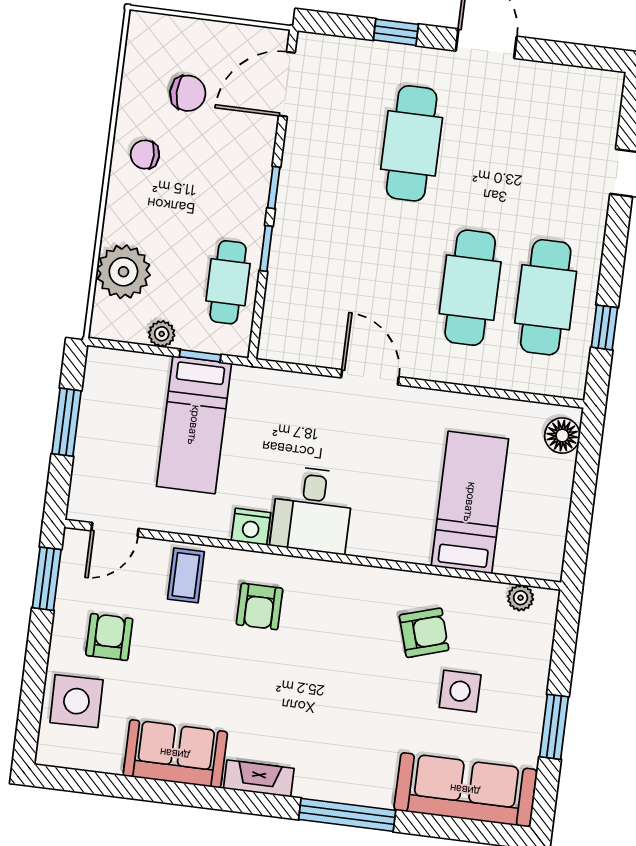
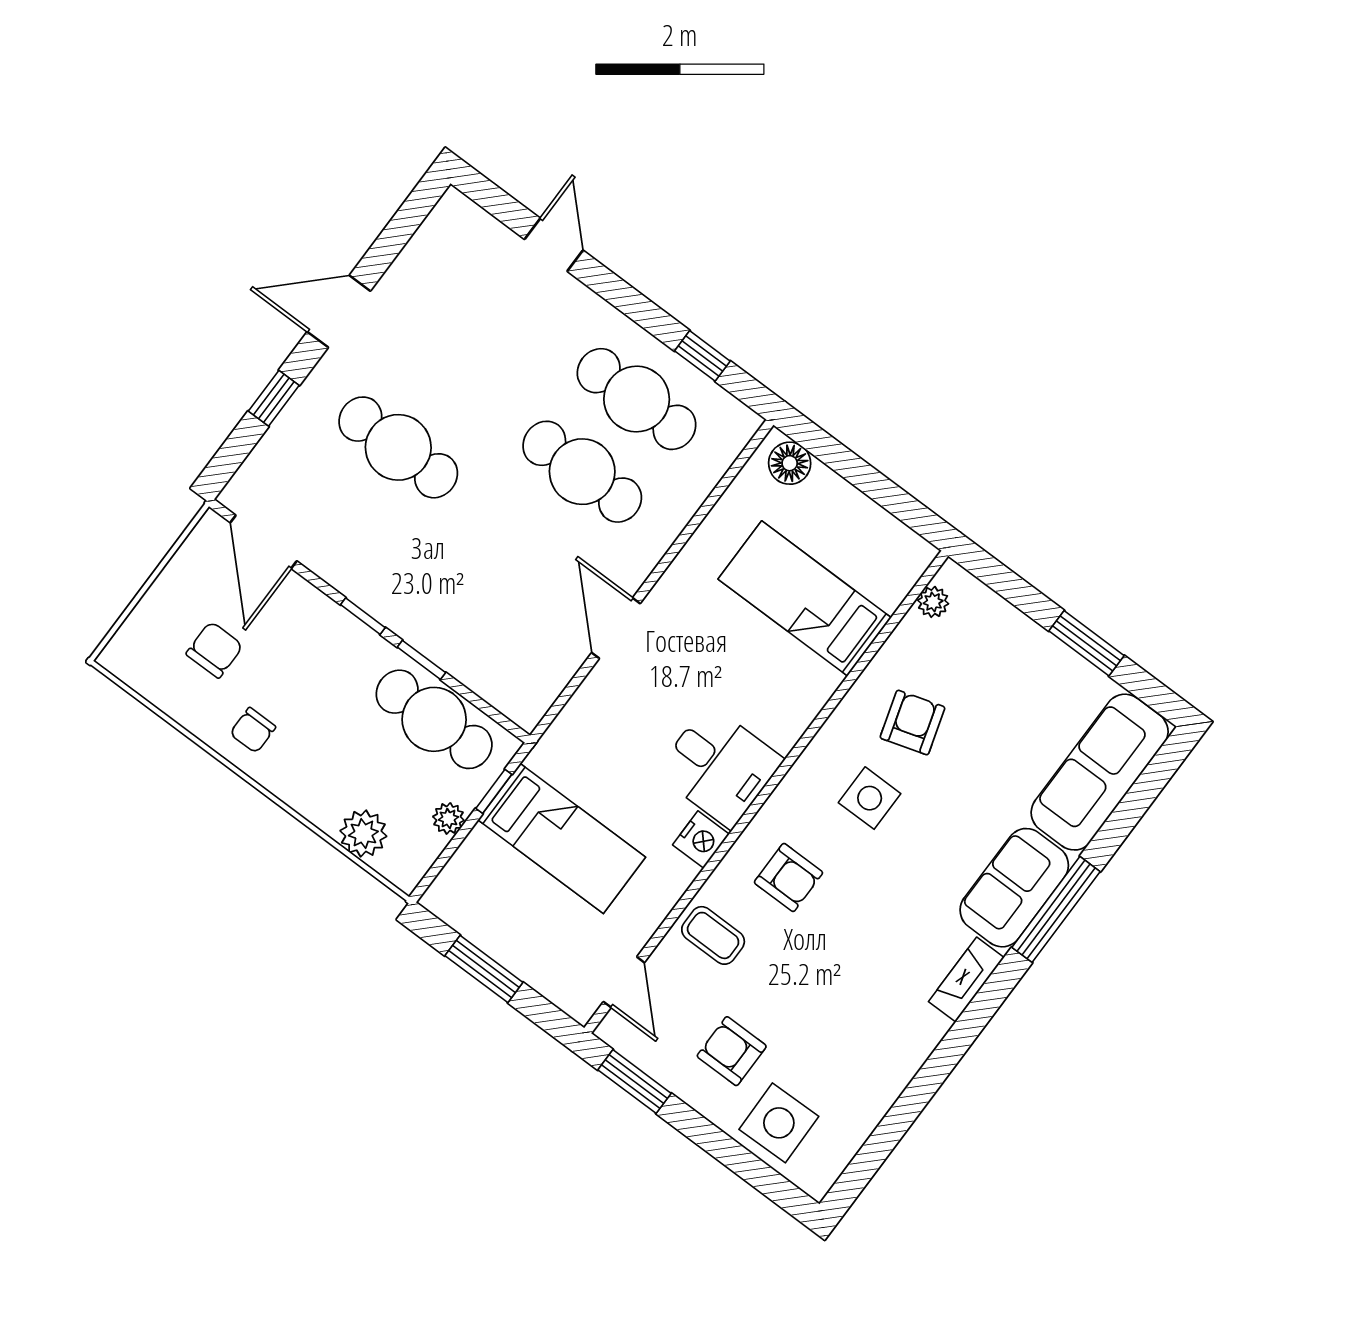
plant: (123, 272) -> (363, 833), width x0.73, depth x0.73
cafe table: (228, 282) -> (434, 719), width x1.37, depth x1.35
door: (370, 377) -> (616, 628), hinge flipped
side table: (460, 691) -> (870, 798), moved
sofa: (175, 754) -> (1014, 888), moved

